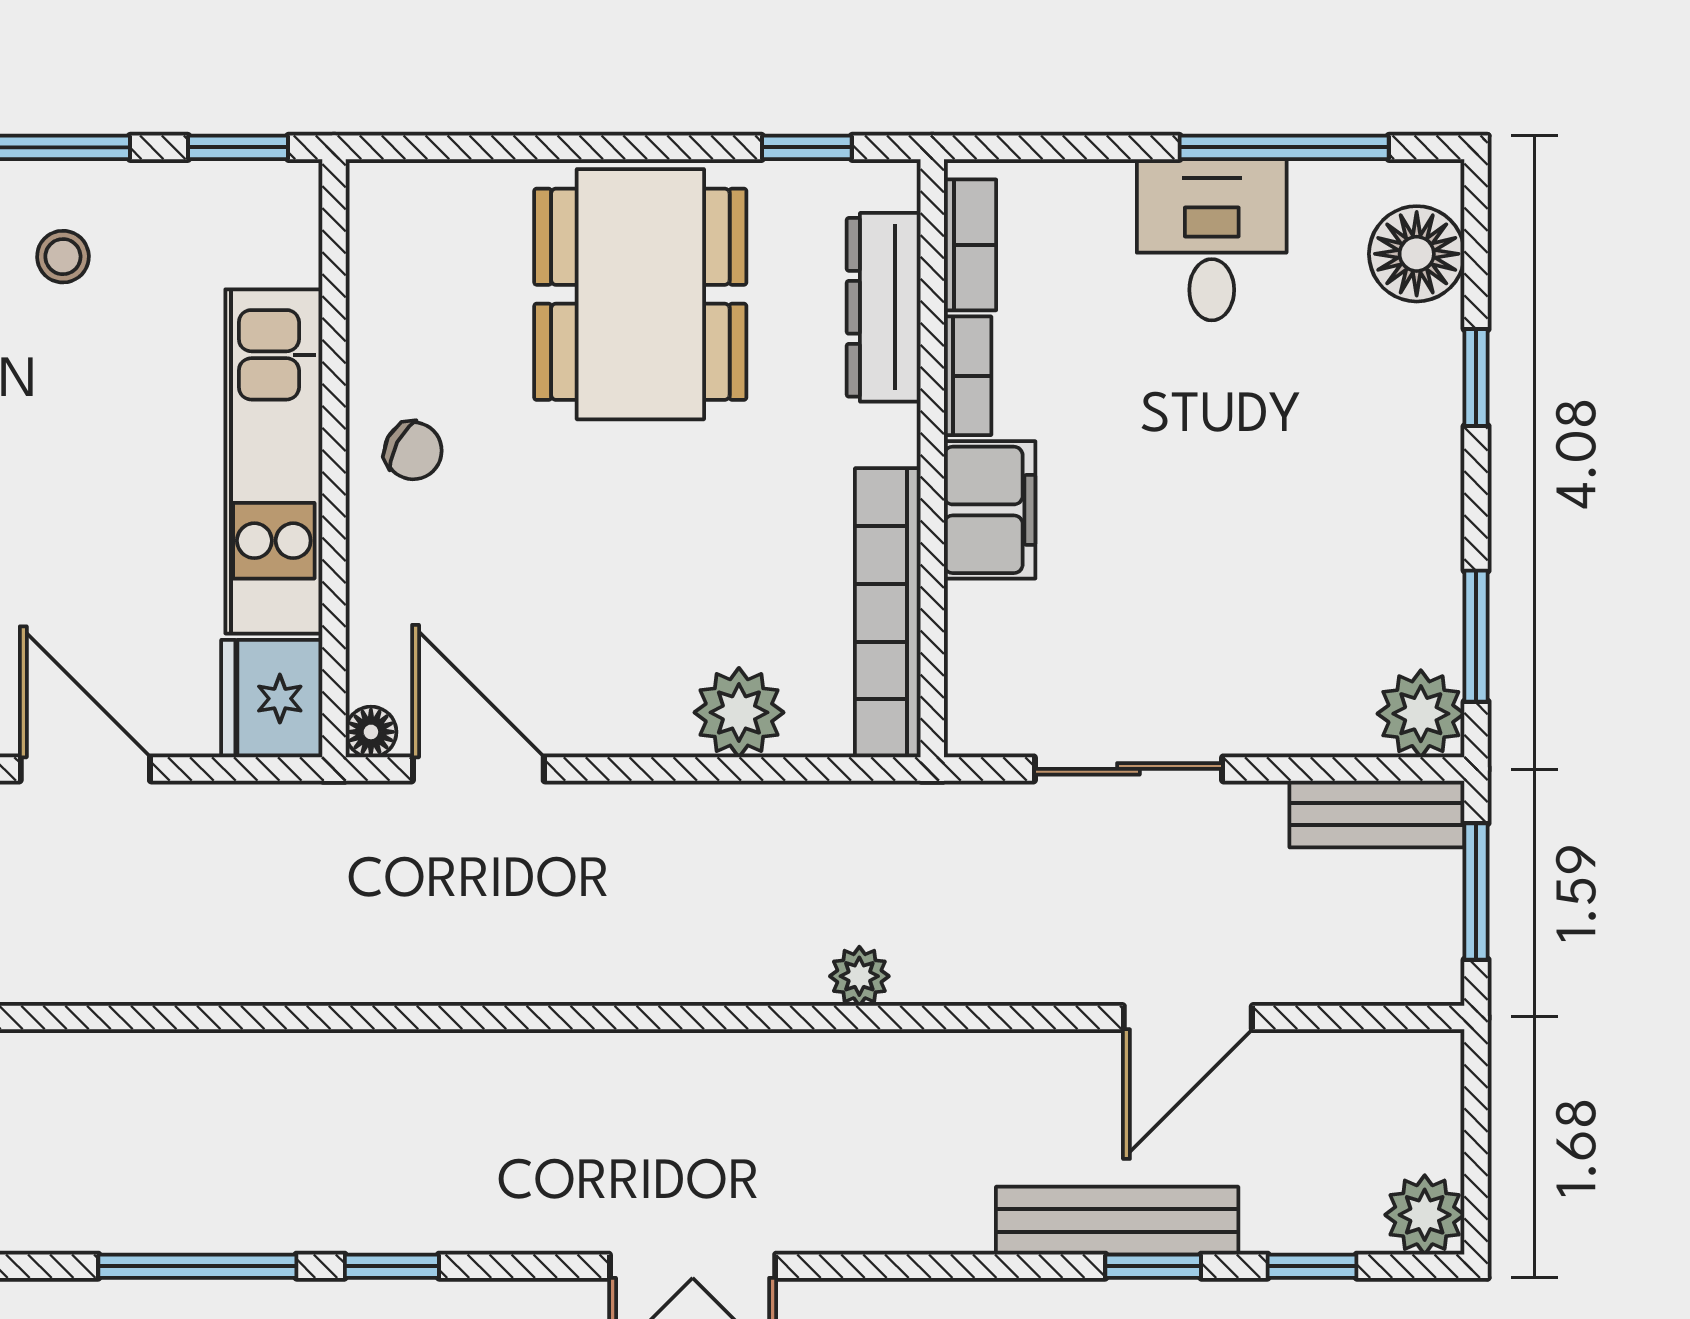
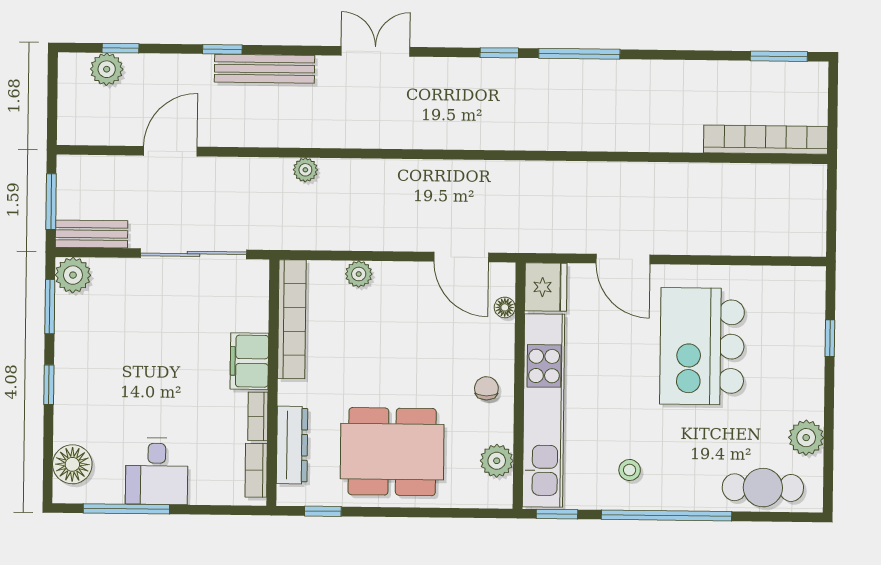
plant: (386, 275) -> (497, 461), added
dining table: (640, 294) -> (392, 452), turned 90
window: (1476, 378) -> (49, 385), moved
chair: (413, 451) -> (486, 388), turned 62
kitchen unit: (274, 461) -> (544, 410), width x1.36
plant: (739, 712) -> (359, 274), width x0.73, depth x0.73
floor lamp: (371, 732) -> (505, 307), moved
sliding door: (1128, 769) -> (194, 254), width x1.37
plant: (1425, 1215) -> (107, 69), moved
bench: (1117, 1221) -> (265, 69), moved
window: (1153, 1266) -> (222, 49), moved

